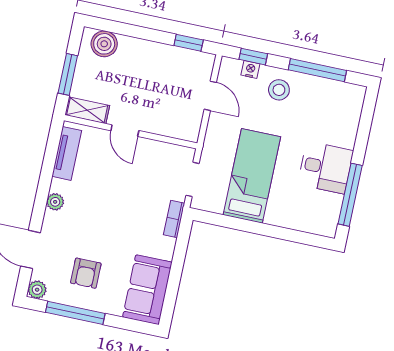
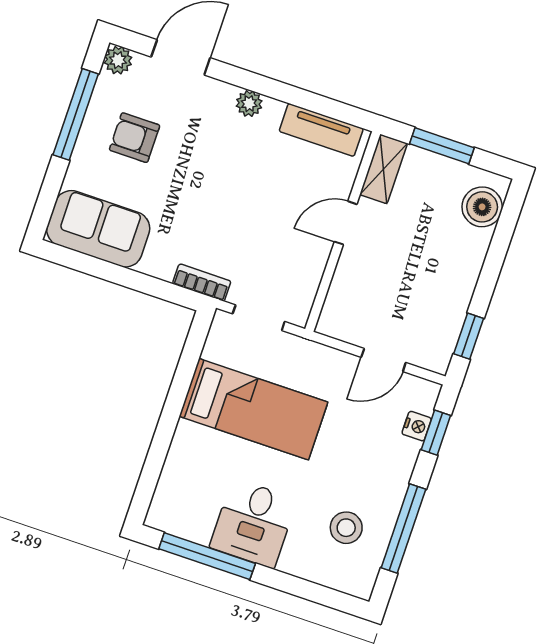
stool: (279, 90) -> (346, 528), moved

